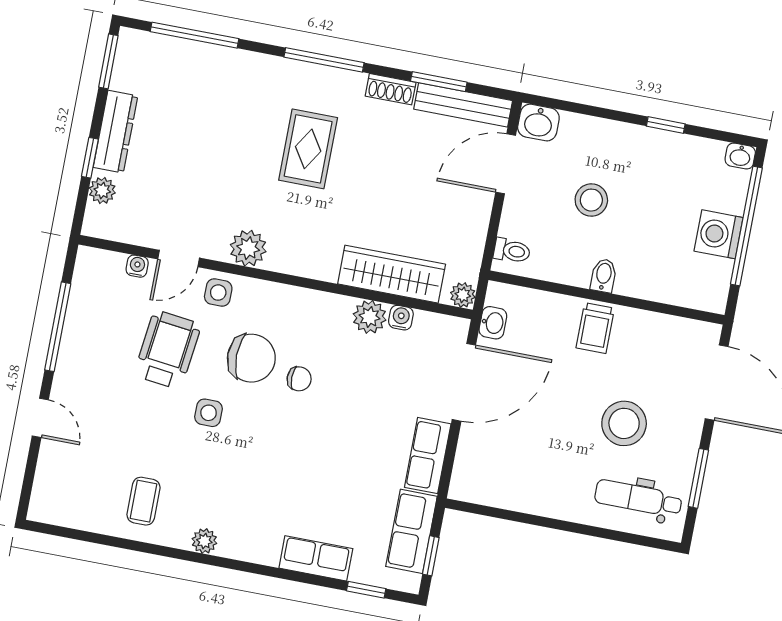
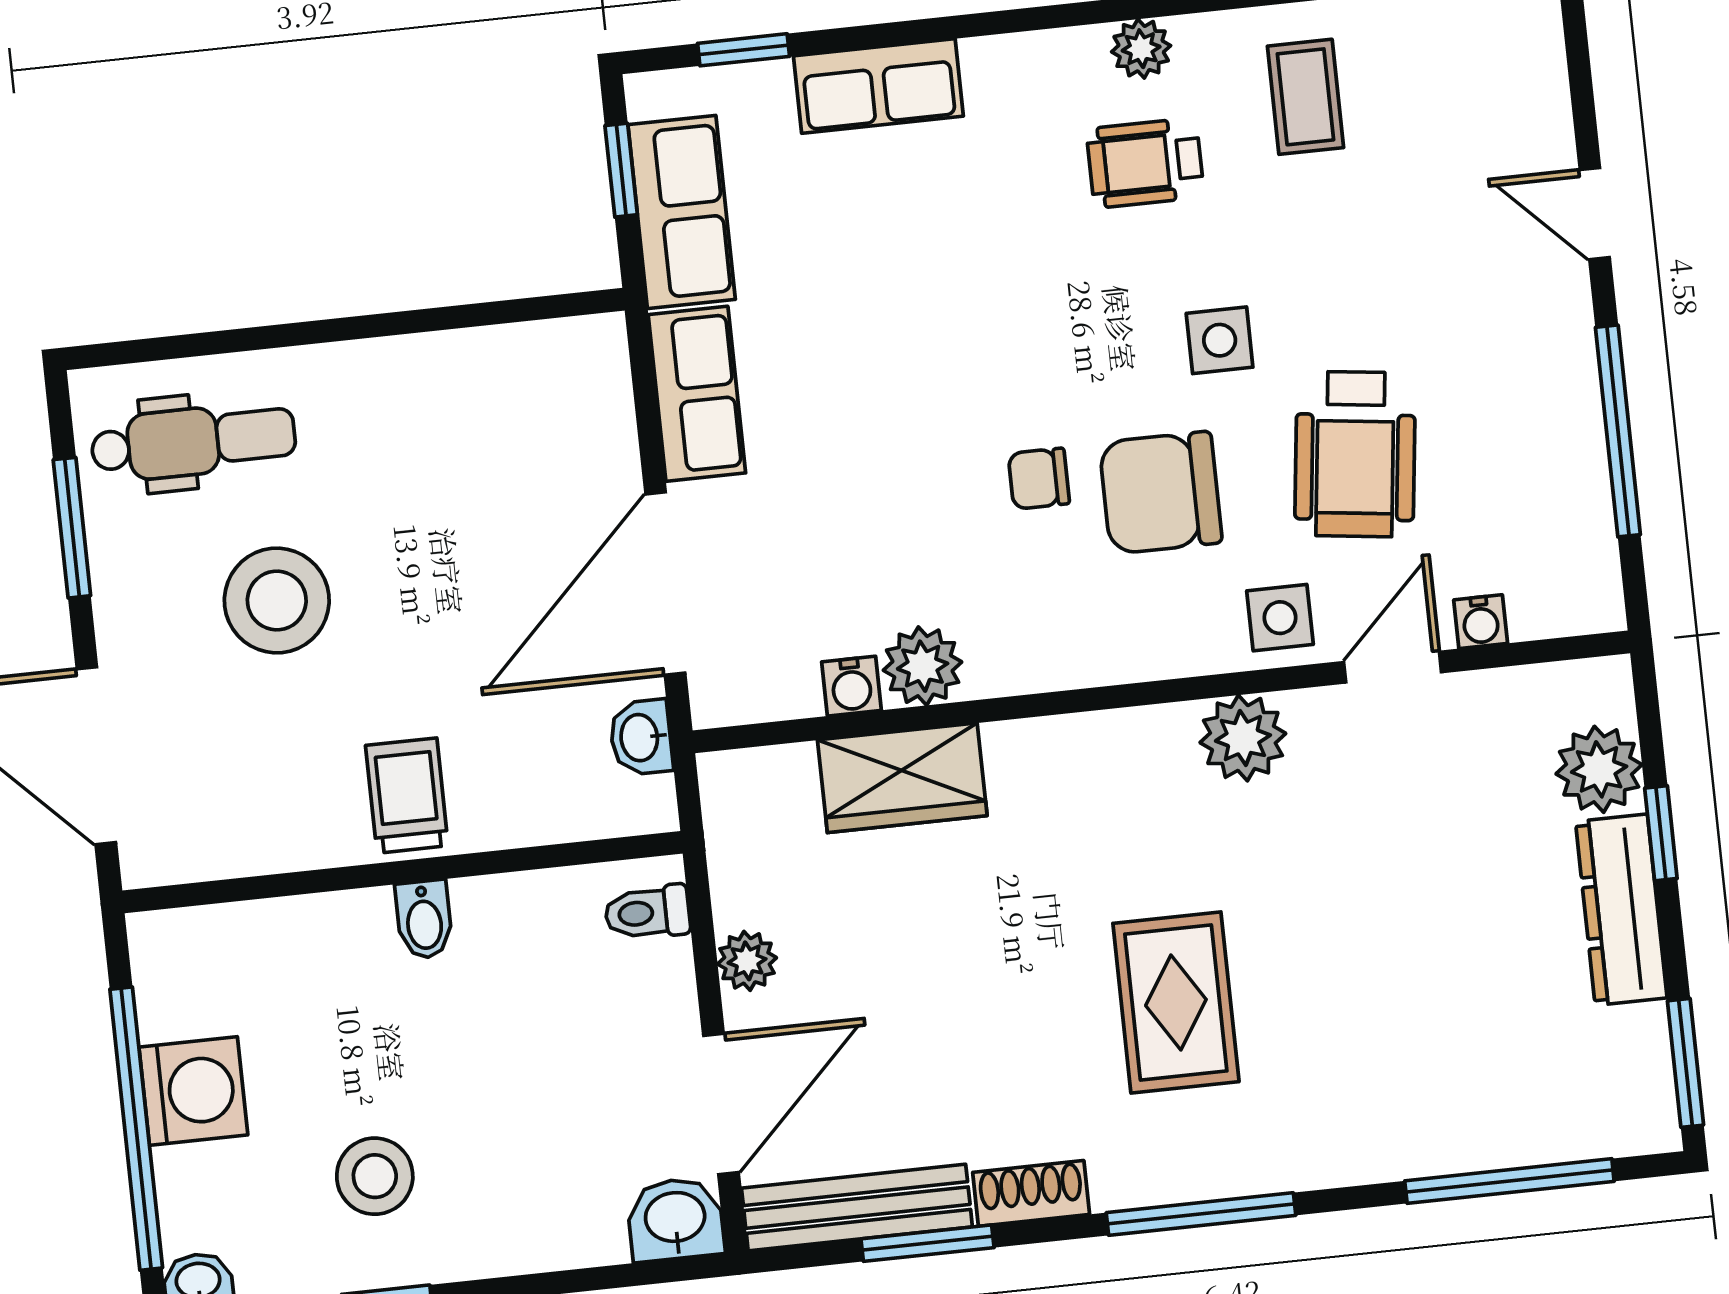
plant: (102, 190) -> (1599, 769), width x1.38, depth x1.38
stool: (591, 200) -> (375, 1176), moved
wardrobe: (392, 274) -> (902, 778), width x0.67
plant: (463, 295) -> (747, 961), moved
wheelchair: (217, 494) -> (1145, 163), added

